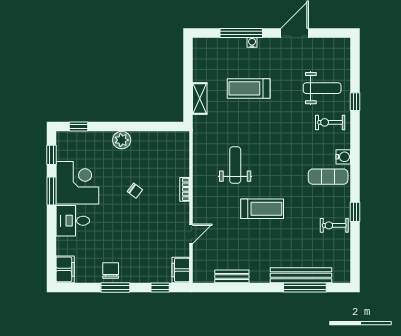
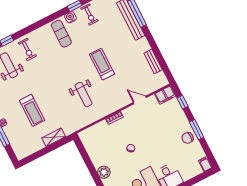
water cooler: (343, 157) -> (70, 17), moved
weight bench: (235, 165) -> (84, 94), turned -90
filing cabinet: (65, 269) -> (205, 164), width x0.50

